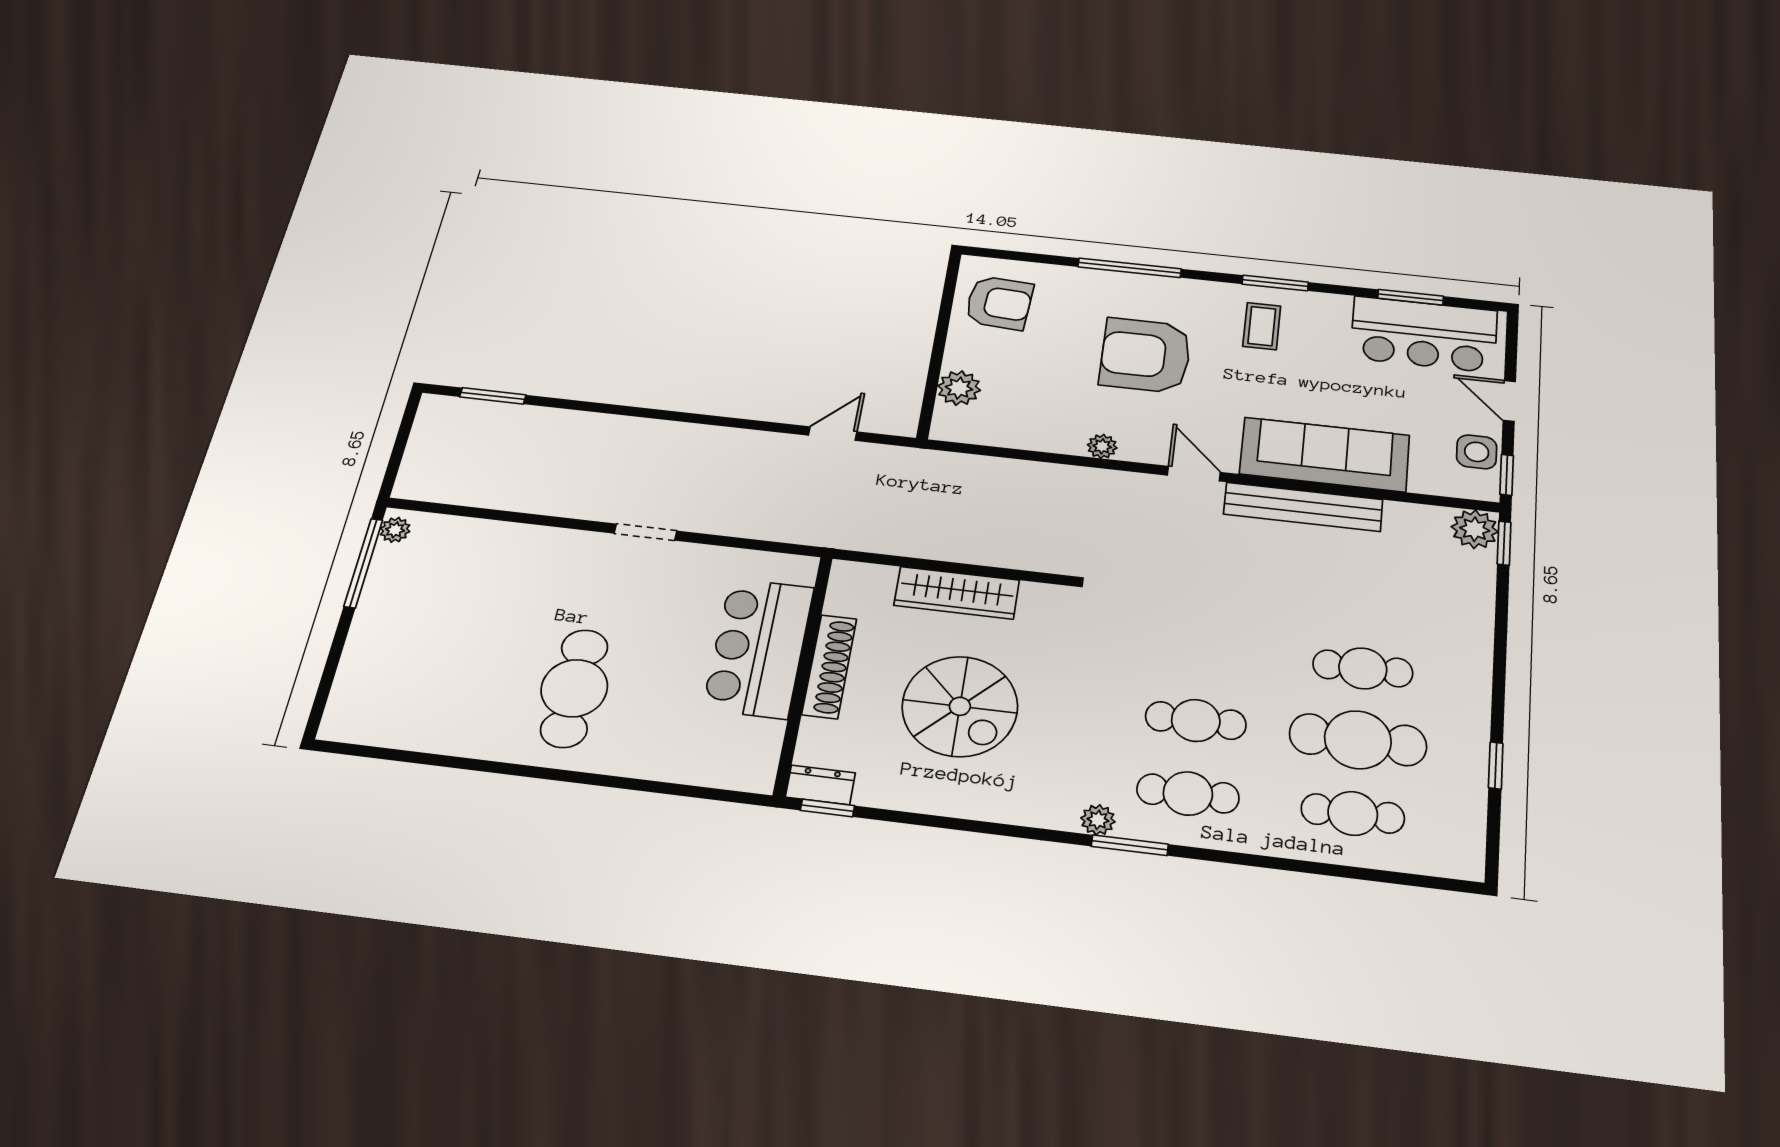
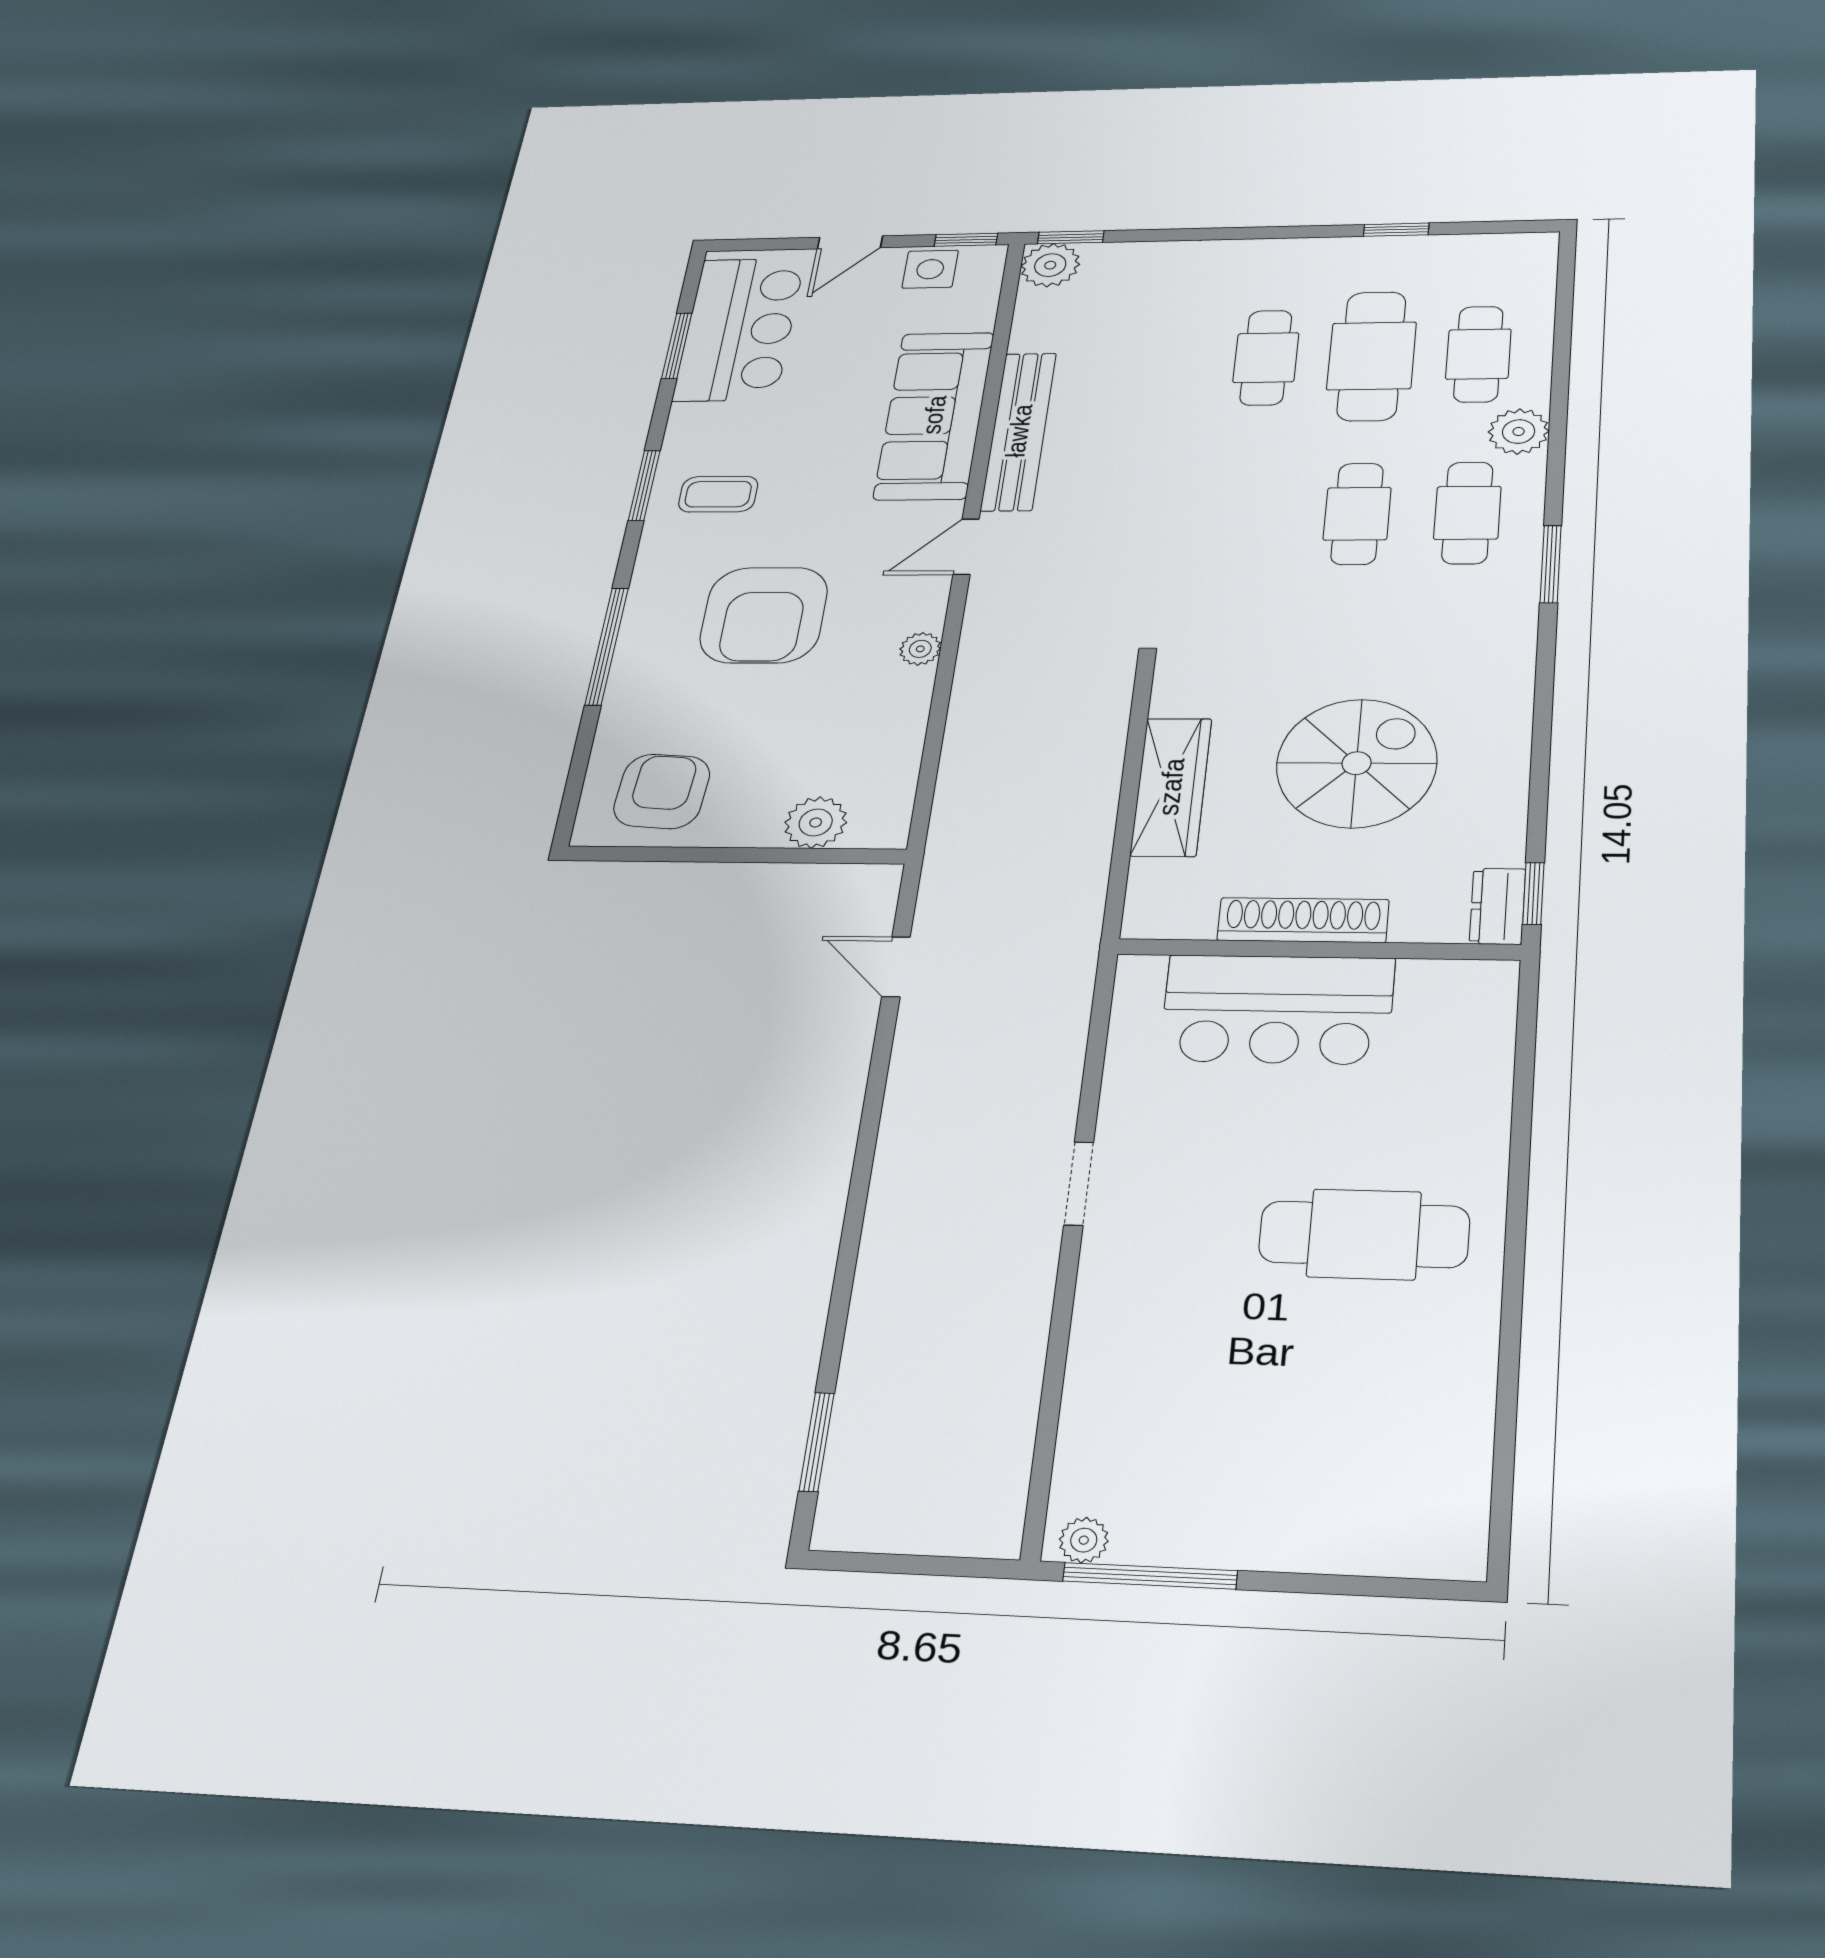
plant: (1098, 820) -> (1519, 432), moved, width x1.38, depth x1.38

